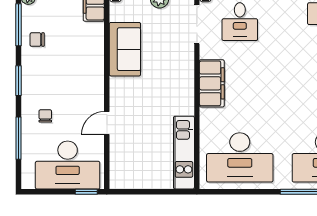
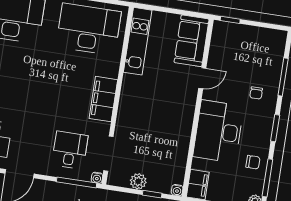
sofa: (125, 49) -> (192, 41), moved
desk: (68, 165) -> (218, 131), moved, turned -90

